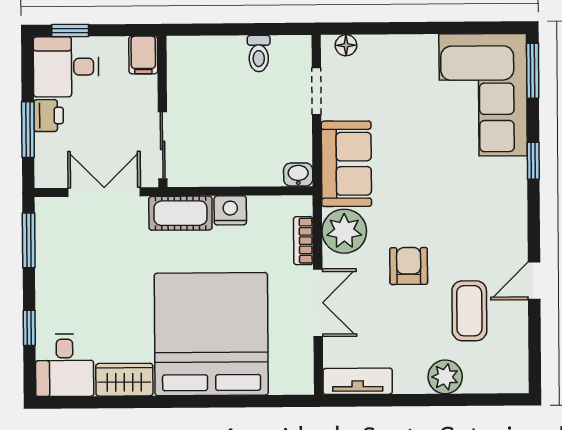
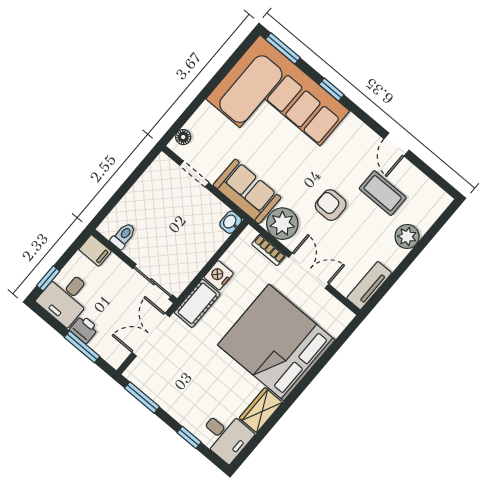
toilet: (259, 53) -> (123, 236), moved, turned -90
corner sofa: (483, 95) -> (278, 105), width x1.36, depth x1.36

